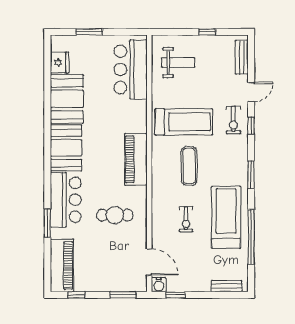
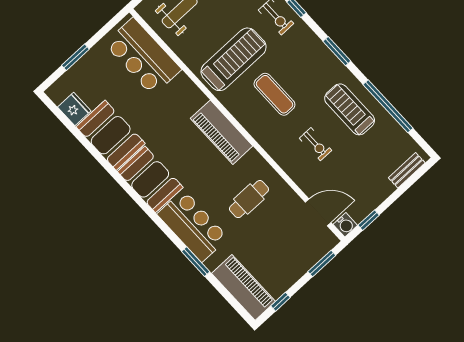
treadmill: (226, 217) -> (350, 109), width x0.73, depth x0.73

